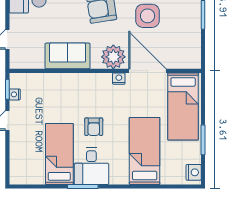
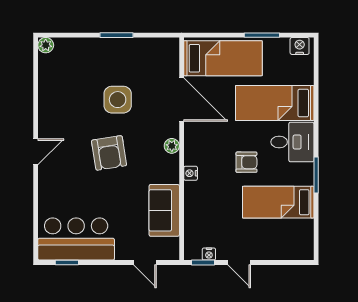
sofa: (68, 56) -> (164, 210), moved
plant: (113, 57) -> (172, 146), width x0.53, depth x0.53
door: (147, 71) -> (182, 100), swing flipped
nightstand: (119, 79) -> (191, 173), moved
desk: (91, 166) -> (292, 142), moved

